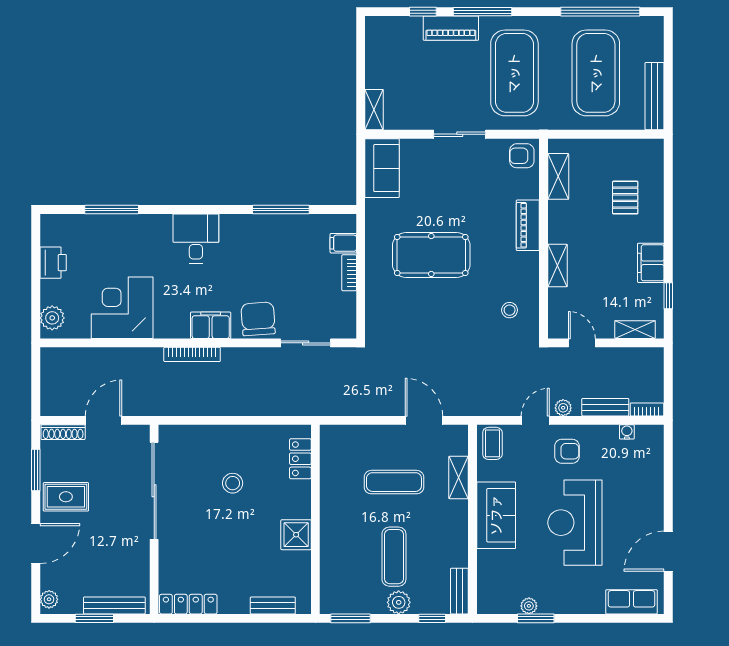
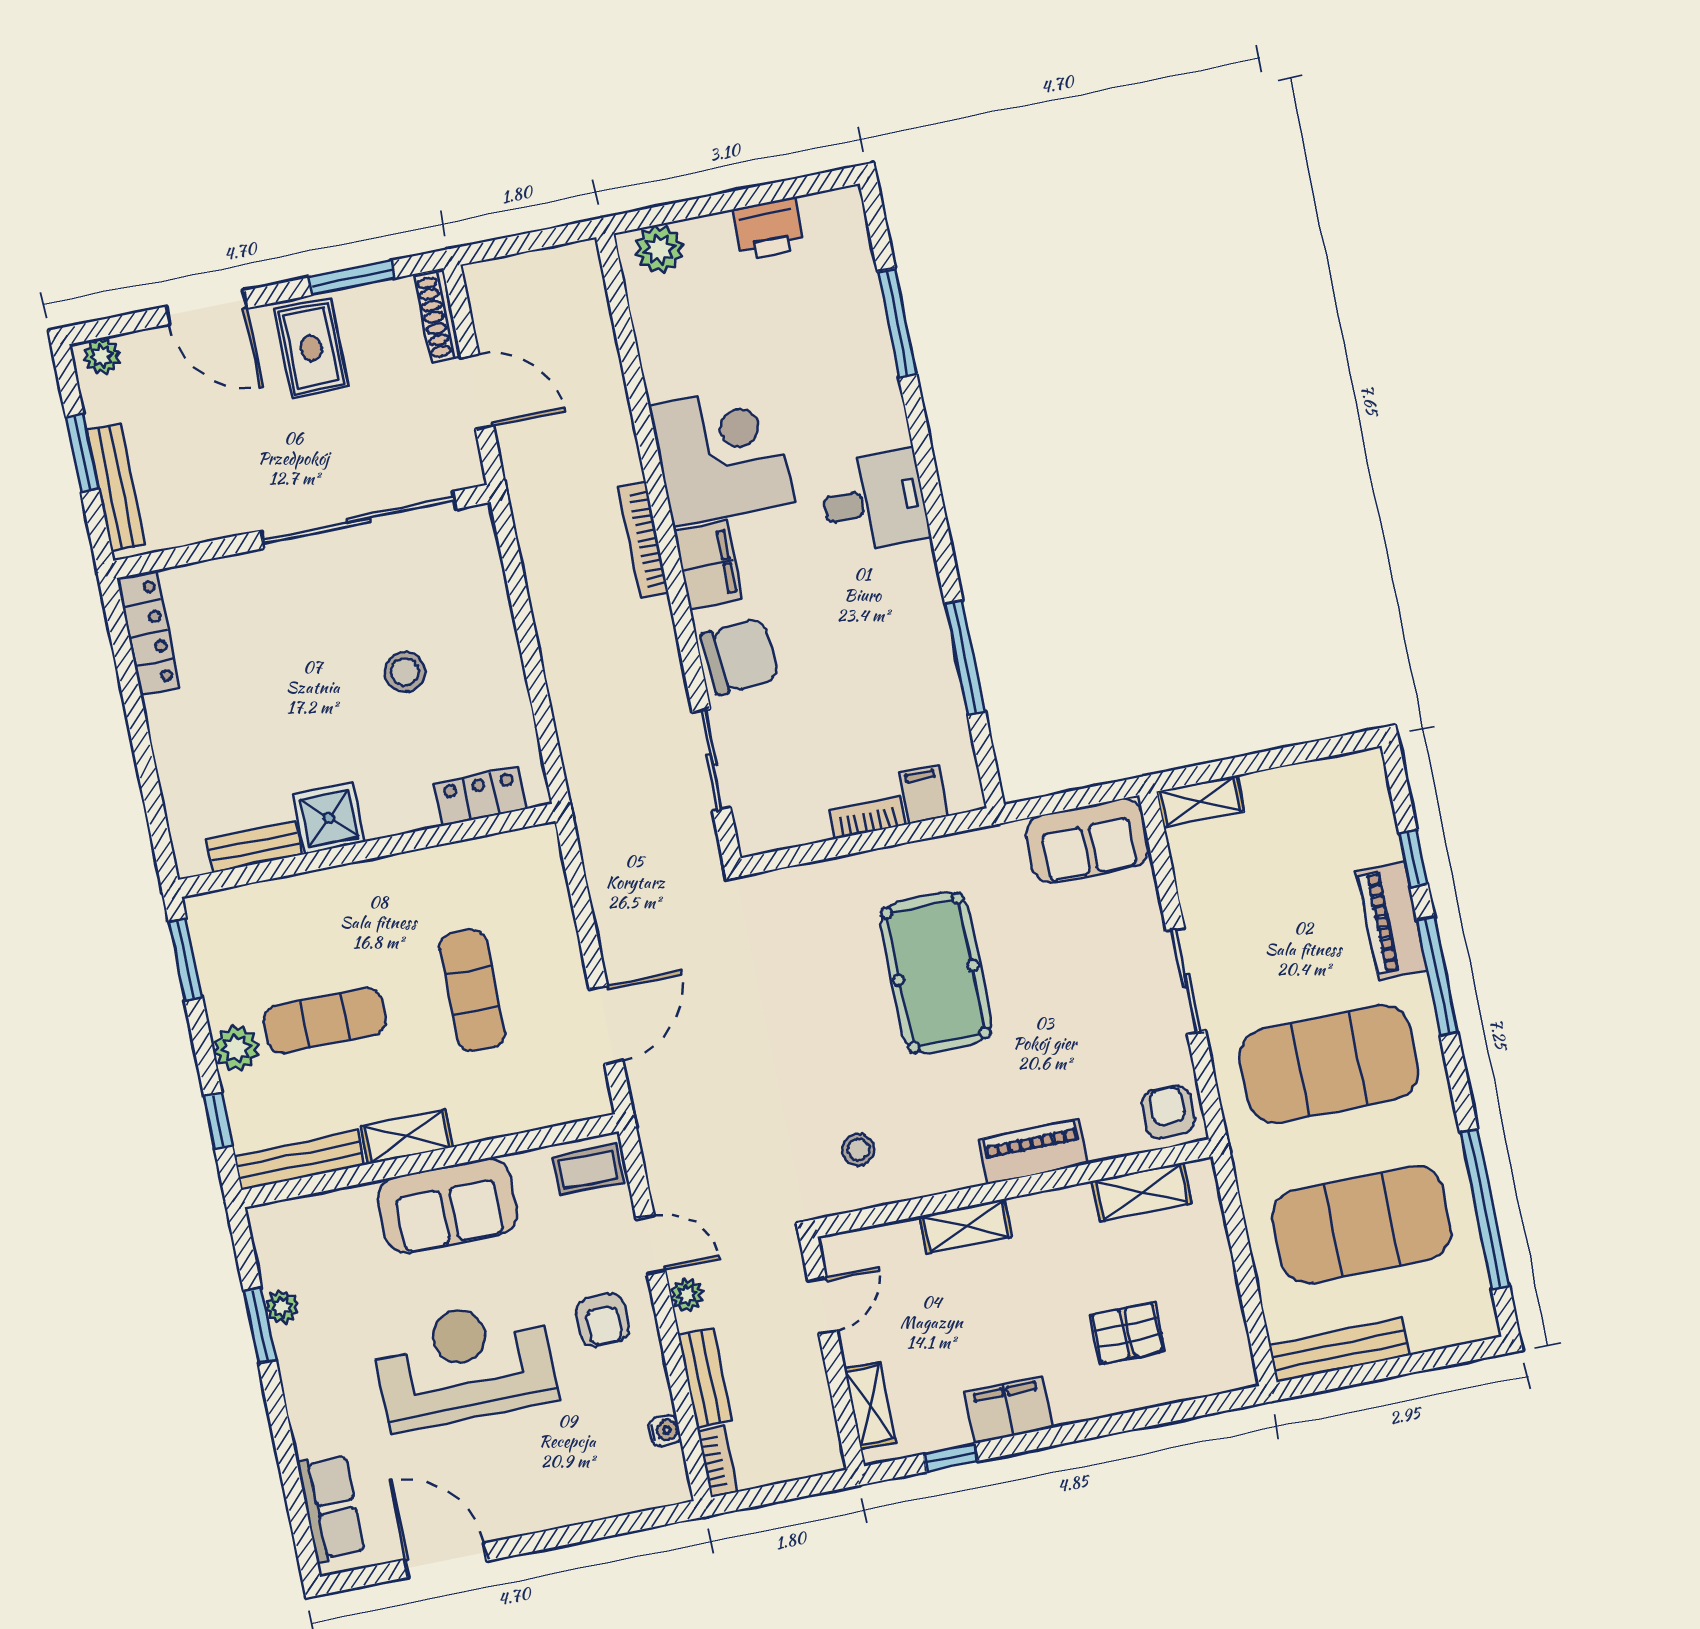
corner desk: (122, 308) -> (722, 454), moved
shelving: (459, 478) -> (407, 1137), moved
bench: (459, 591) -> (299, 1160), width x1.36
bench: (273, 605) -> (254, 847), moved, turned 90

